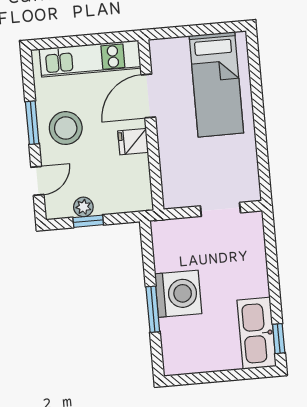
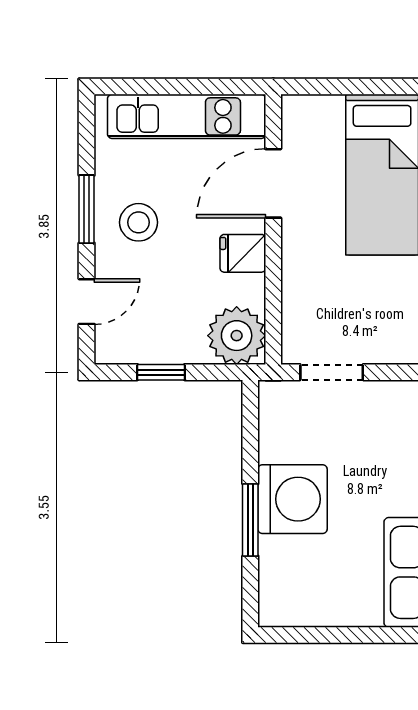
stool: (66, 128) -> (139, 222), width x0.73, depth x0.73
plant: (83, 207) -> (237, 336), moved, width x1.87, depth x1.87
doorway: (220, 209) -> (332, 372), moved

